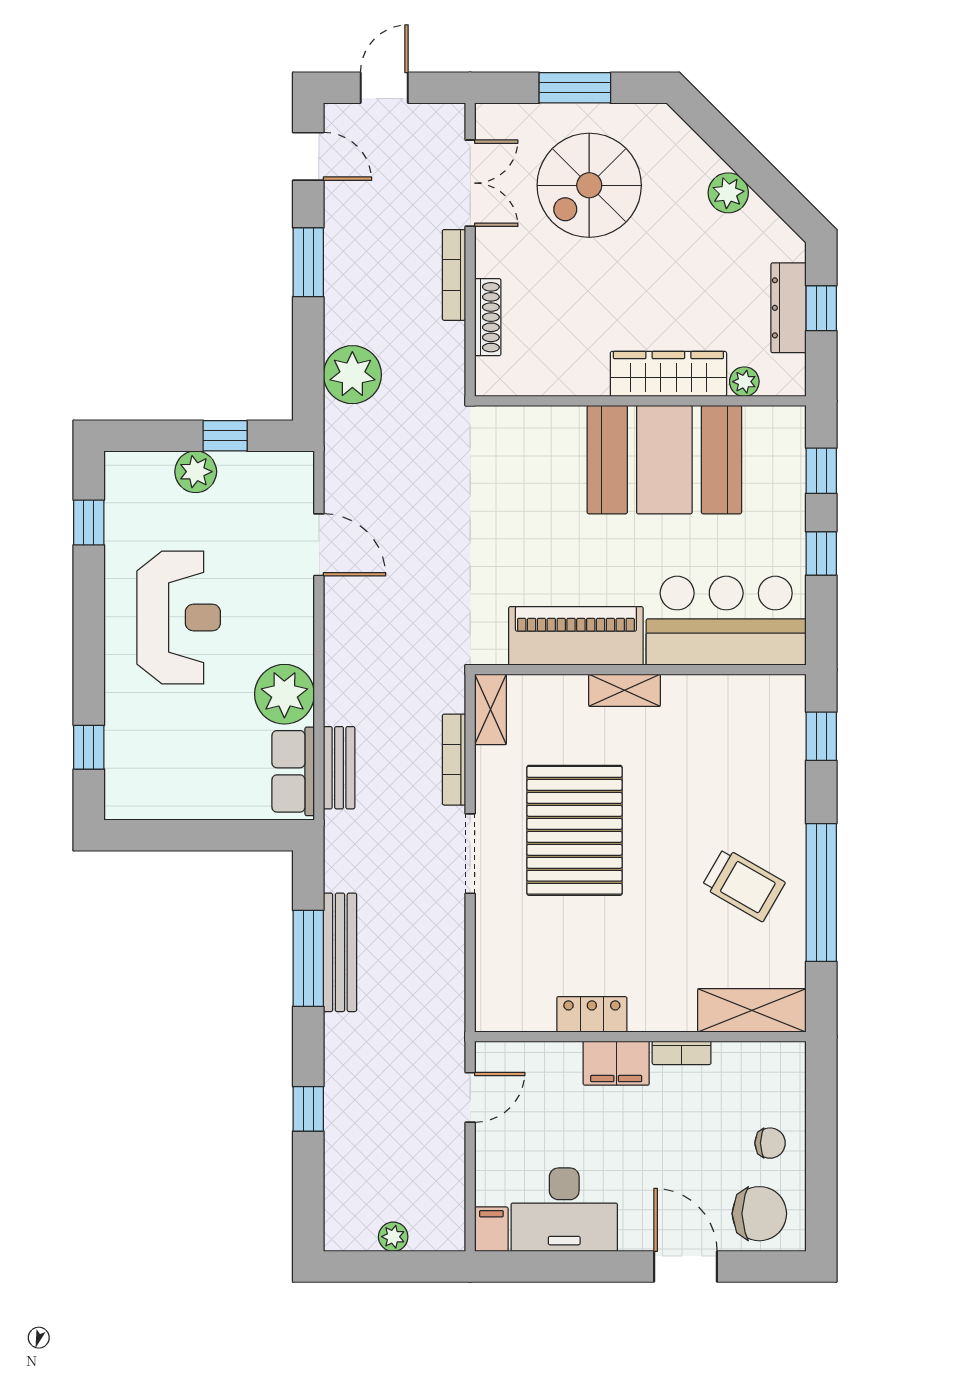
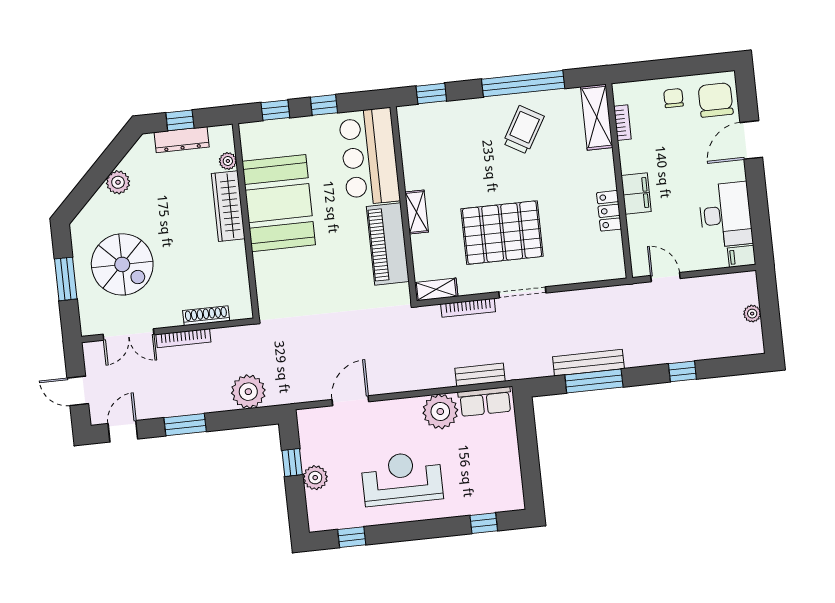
double door: (470, 183) -> (129, 334), swing flipped
bookcase: (682, 1053) -> (623, 123), moved

